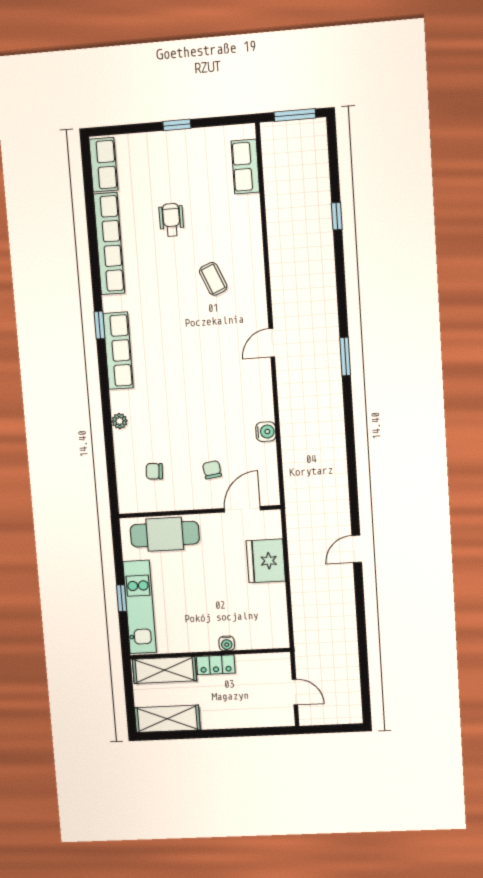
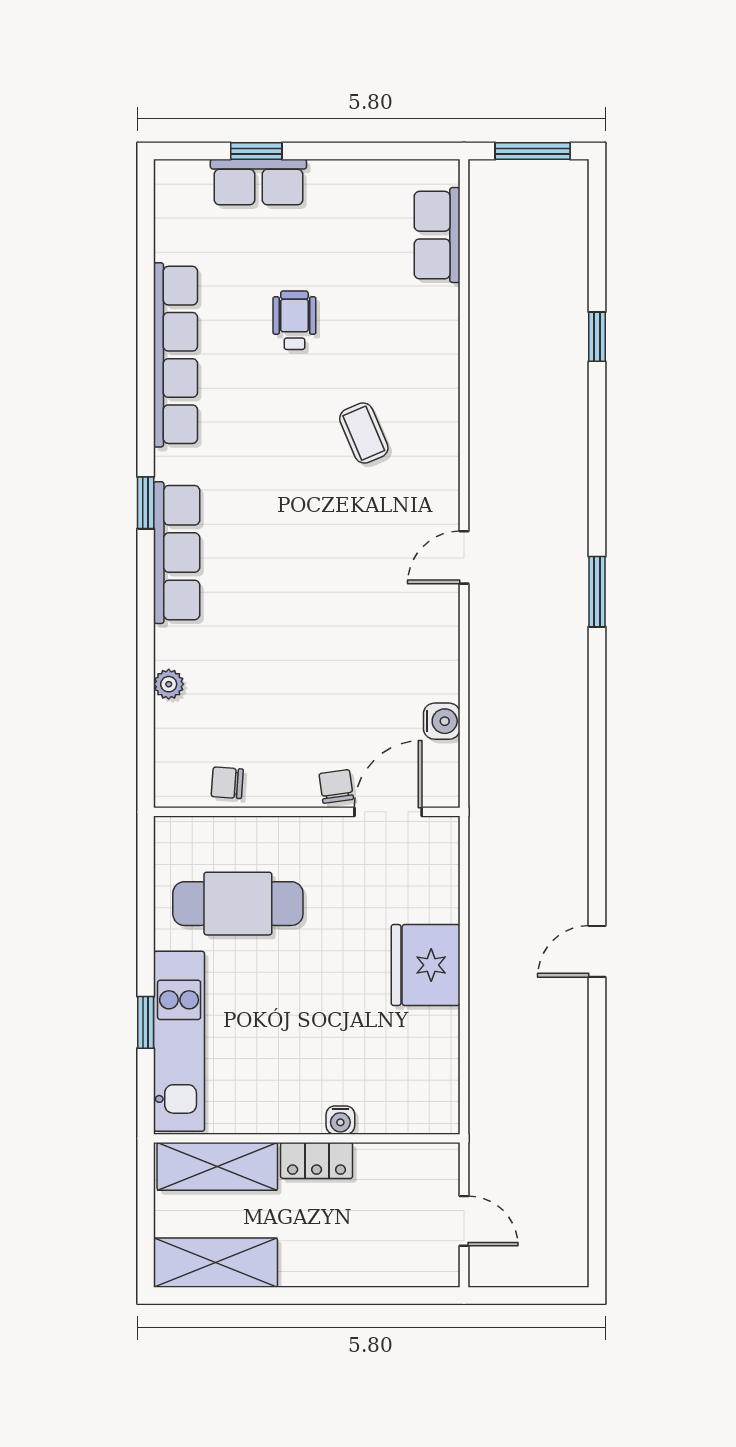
window: (177, 125) -> (256, 151), moved
row of seats: (103, 165) -> (258, 182), moved, turned 90
door: (242, 509) -> (388, 812), moved
wall: (199, 512) -> (307, 812), moved

